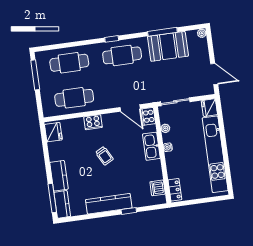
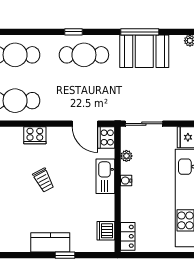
kitchen counter: (109, 204) -> (50, 242), width x0.67

